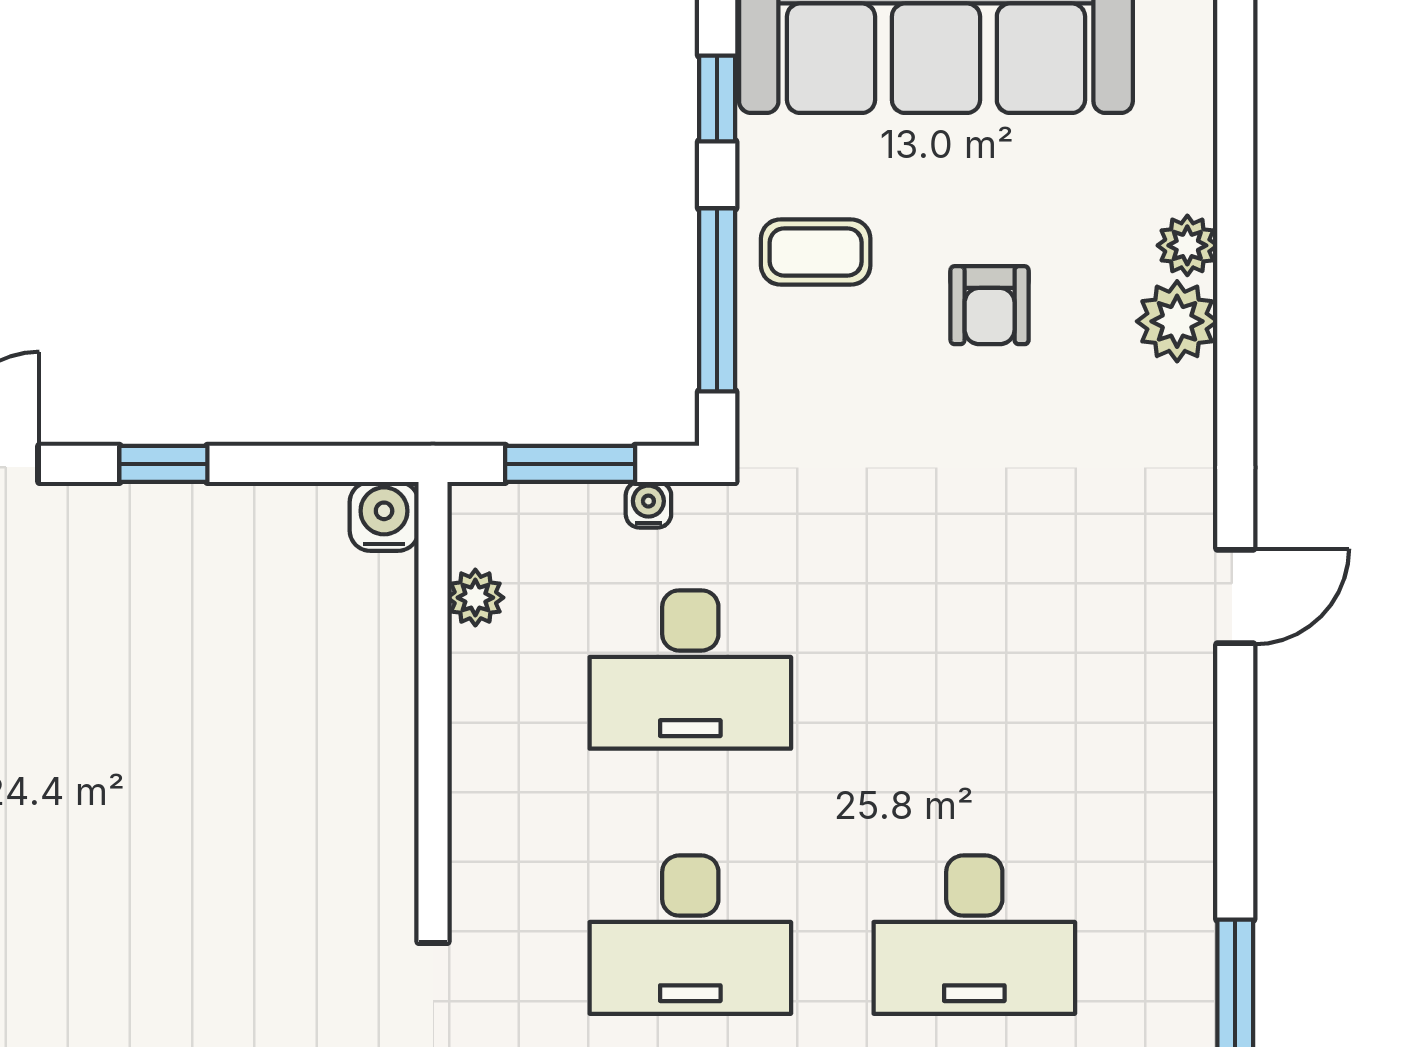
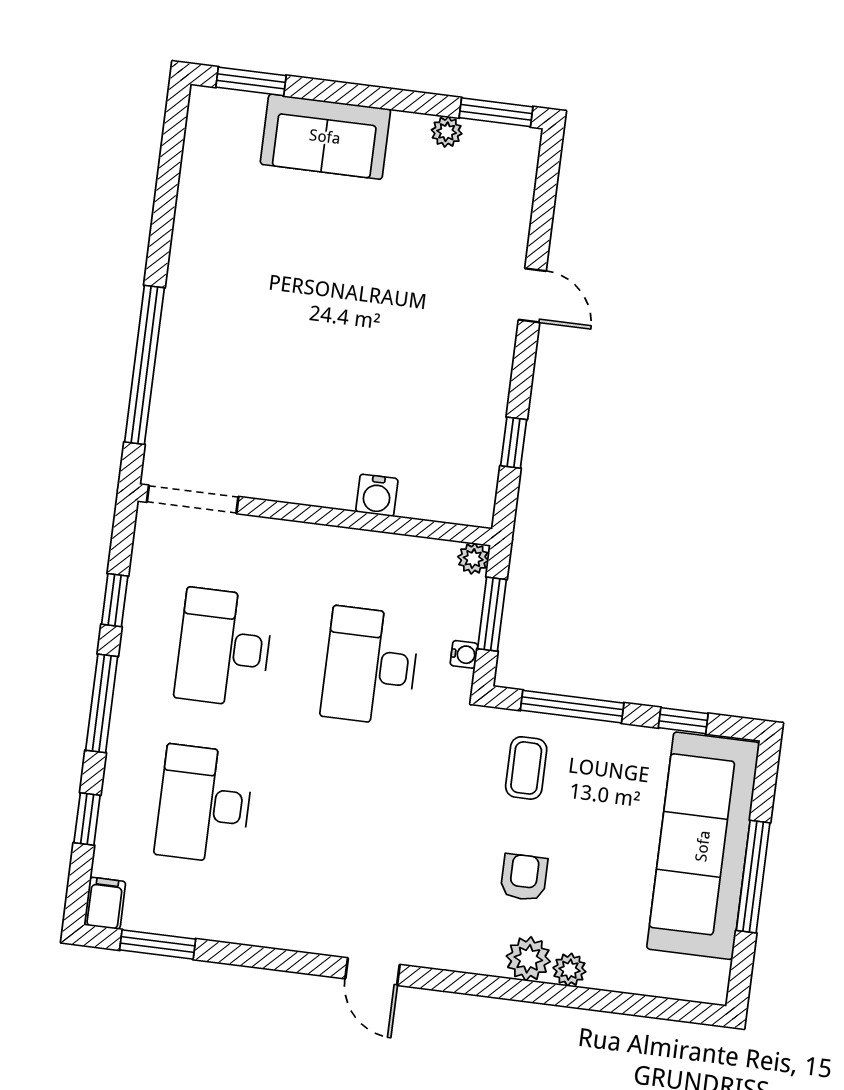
coffee table: (816, 252) -> (526, 768), moved
armchair: (990, 305) -> (524, 877), moved, turned 90
window: (163, 464) -> (514, 443), moved
water cooler: (384, 516) -> (377, 495), moved, turned 90
plant: (475, 598) -> (473, 559), moved

